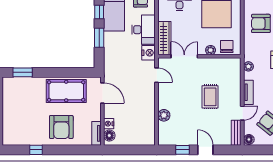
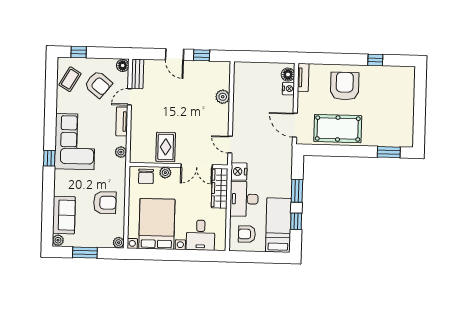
rug: (210, 97) -> (166, 147), moved

